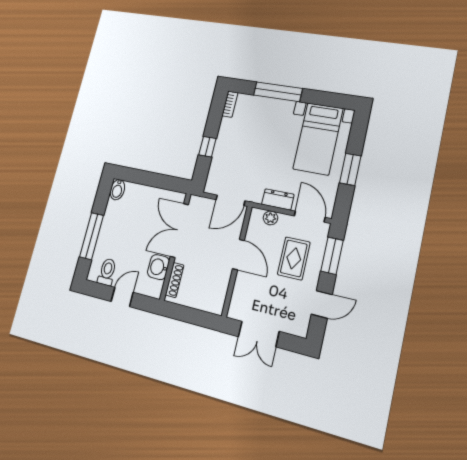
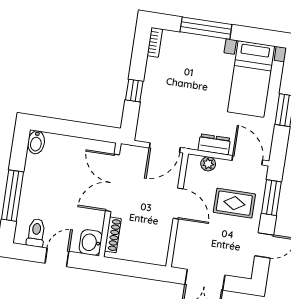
rug: (294, 258) -> (234, 203), turned 90
washbasin: (158, 267) -> (91, 242), moved

